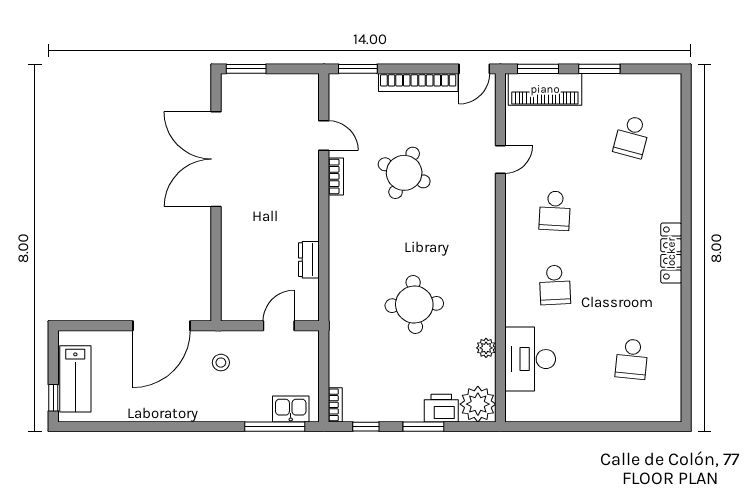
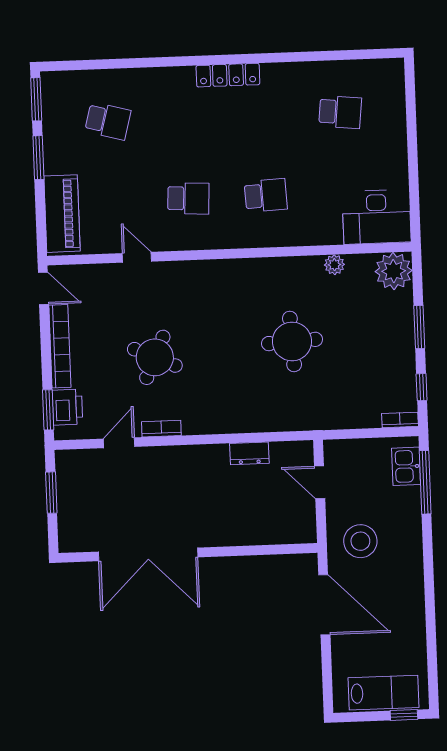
window: (246, 69) -> (51, 493), moved
window: (538, 69) -> (36, 99), moved
desk: (530, 359) -> (377, 217), moved
stool: (221, 363) -> (360, 541), width x1.89, depth x1.89
printer: (441, 408) -> (67, 407), moved, turned 180

